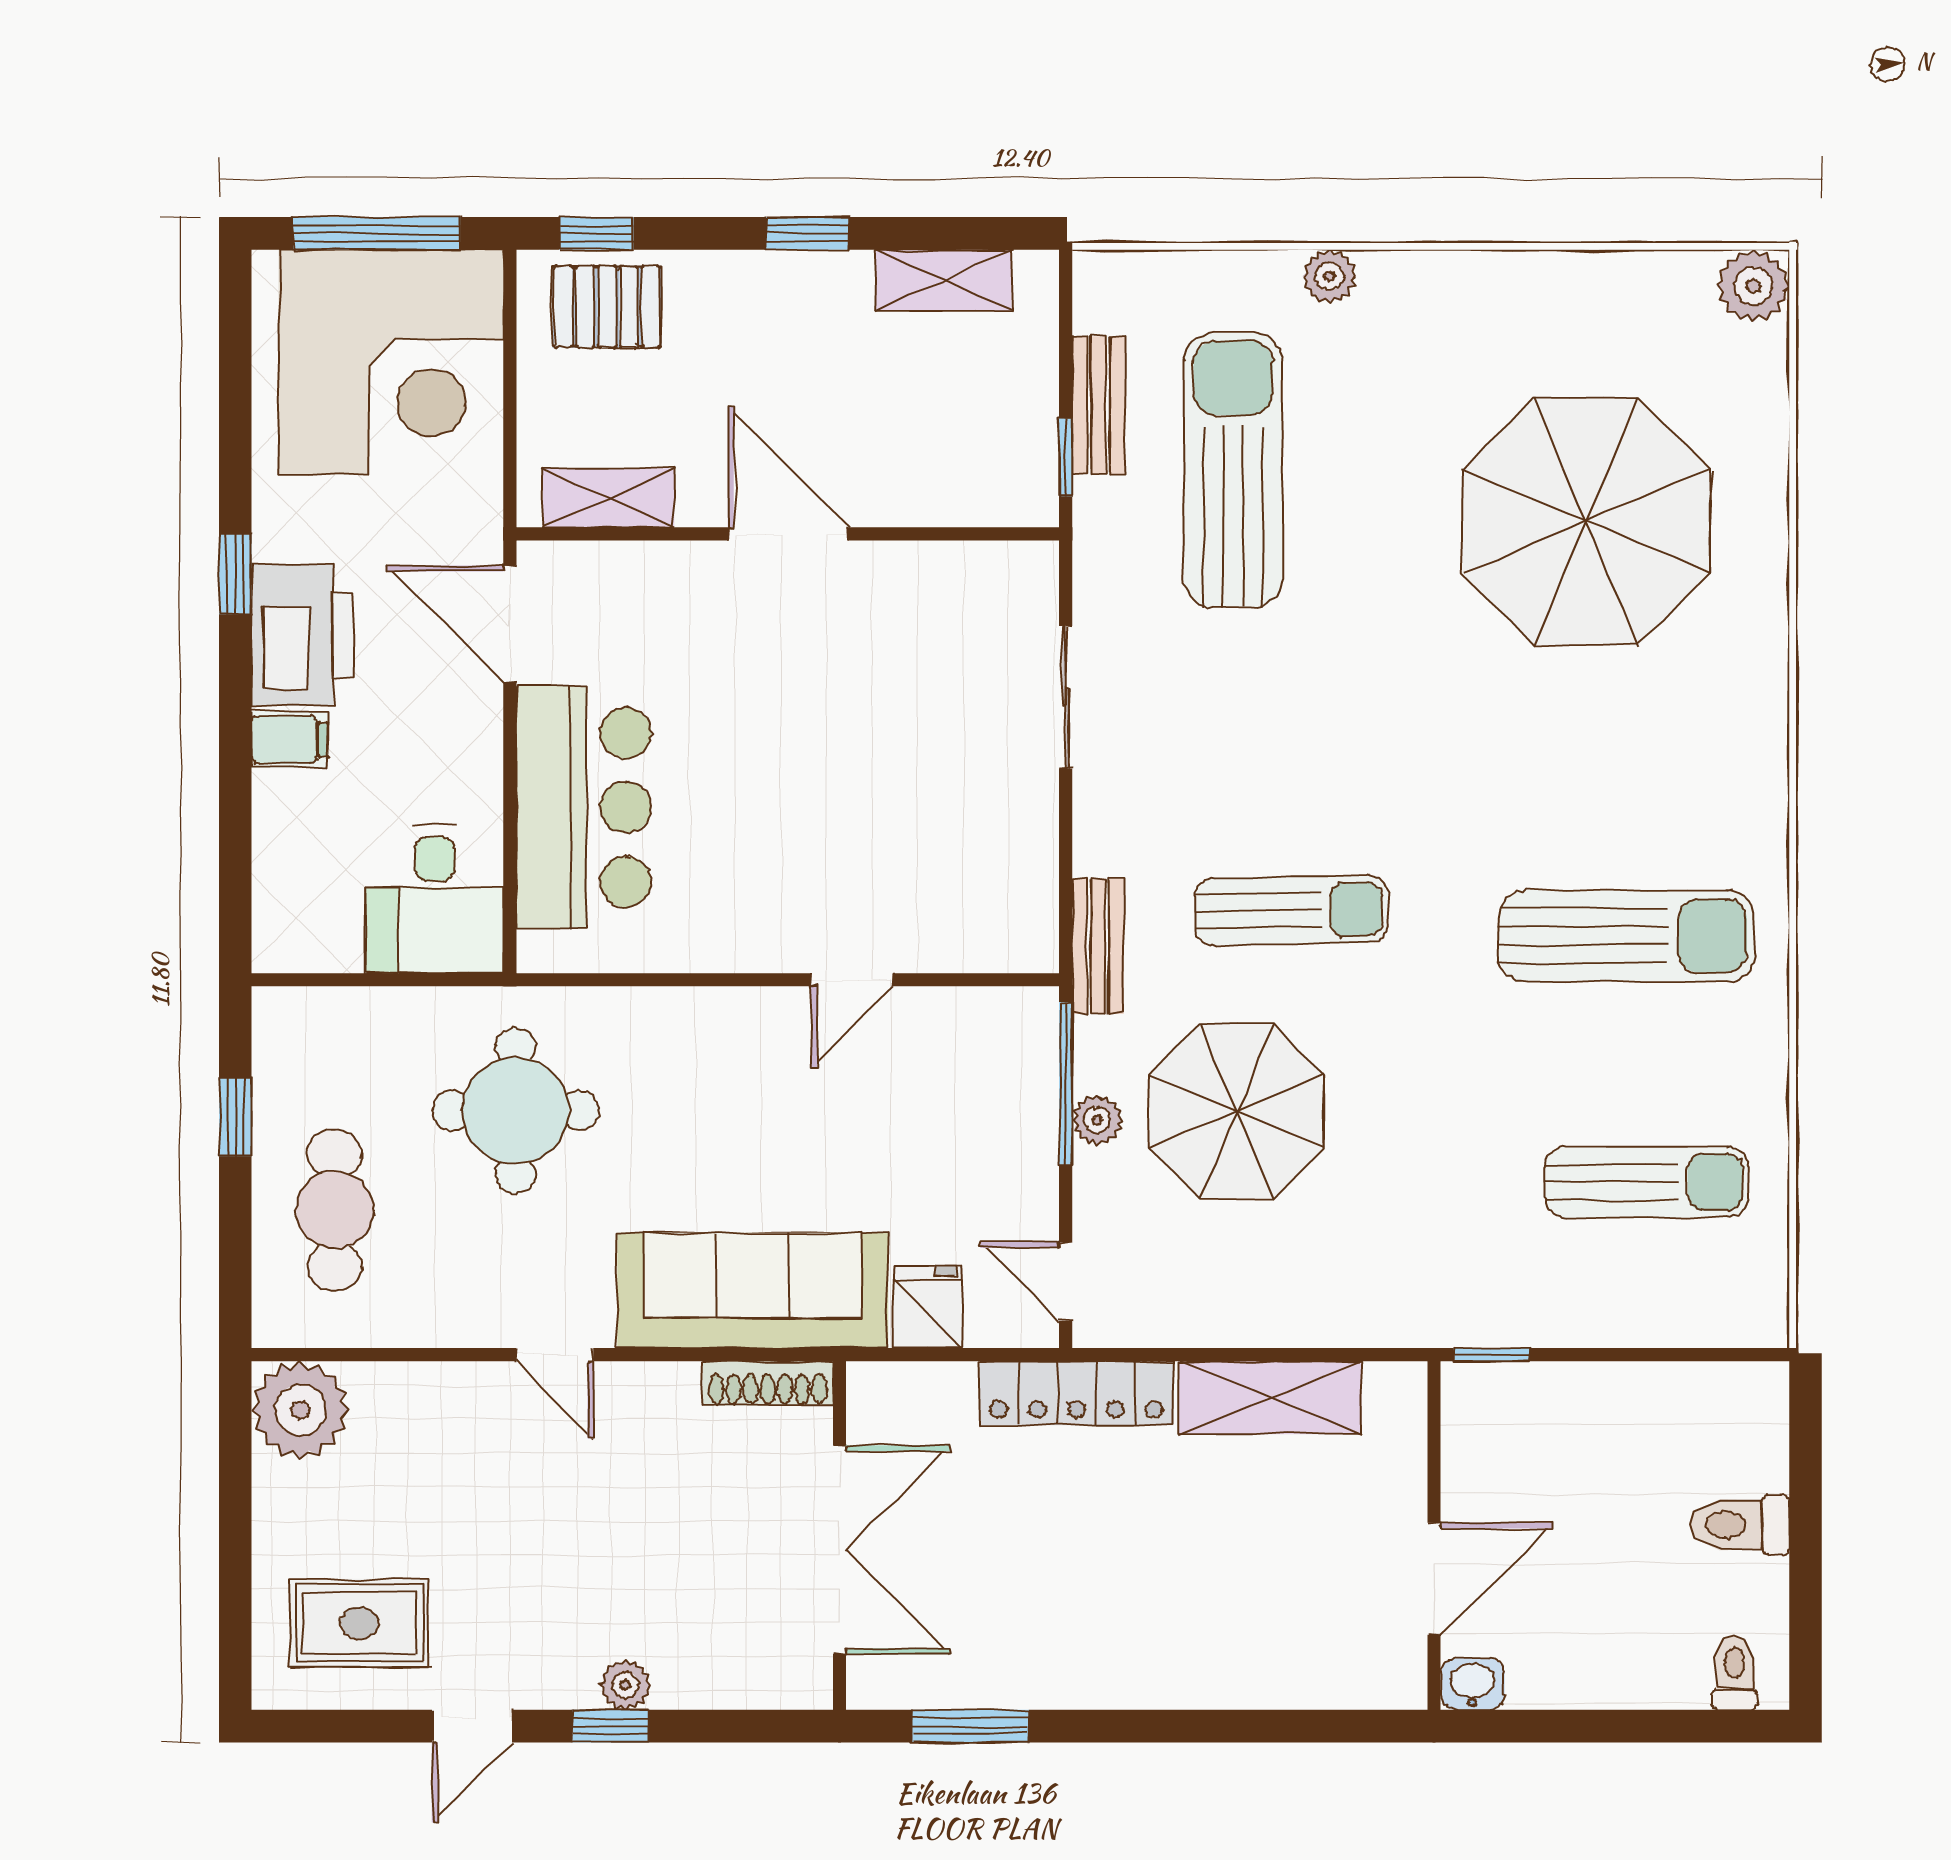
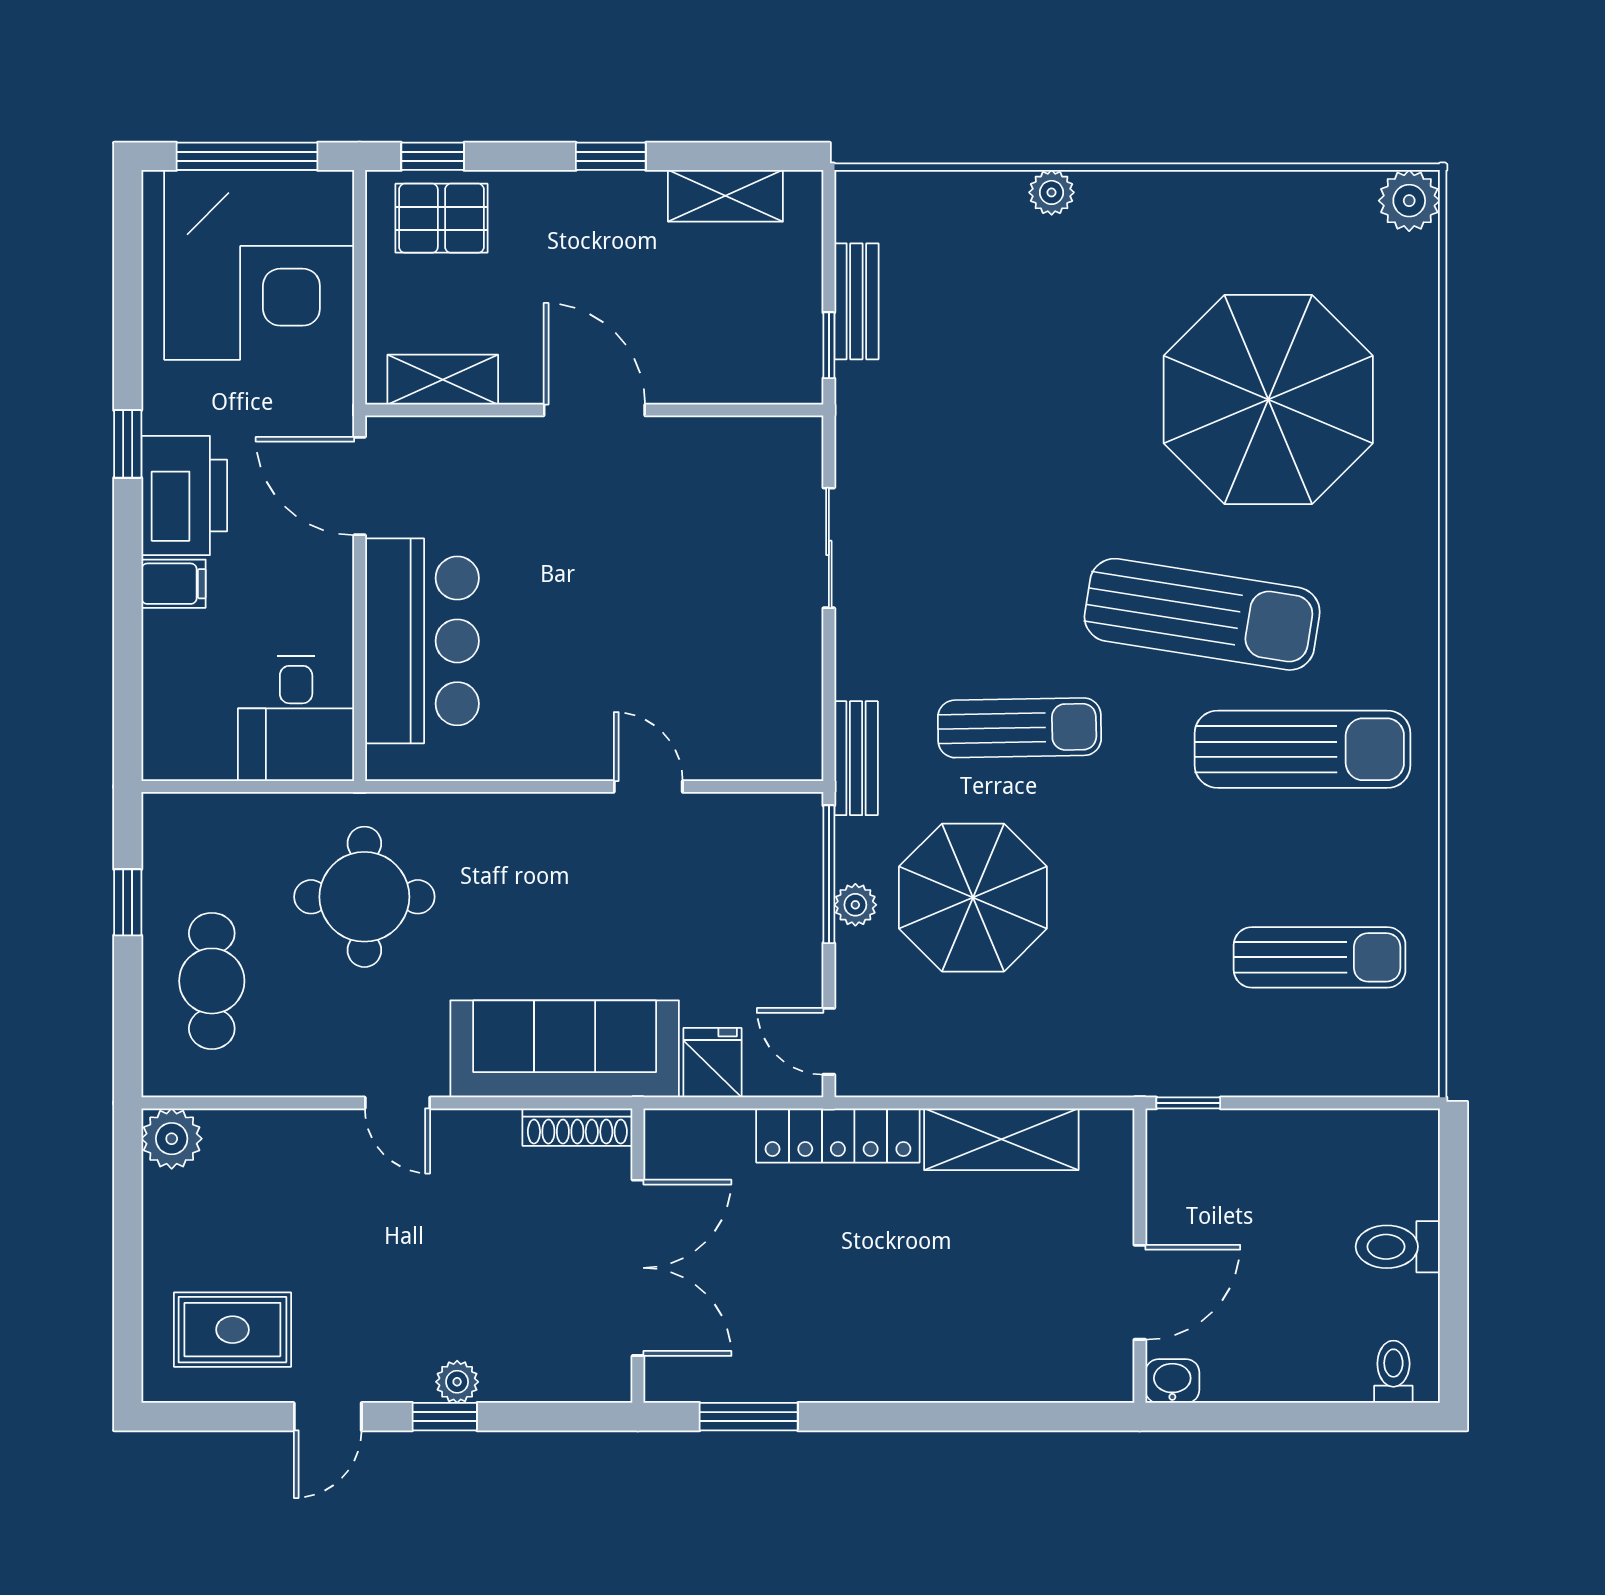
sun lounger: (1233, 470) -> (1202, 614), moved, turned 99
door: (852, 980) -> (648, 786), swing flipped
plant: (300, 1410) -> (172, 1139), width x0.73, depth x0.73

